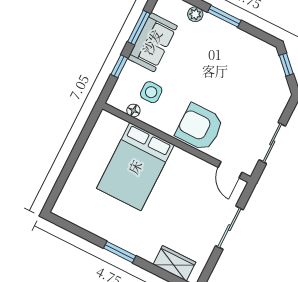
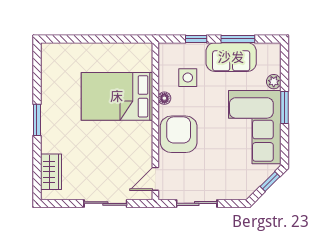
corner sofa: (229, 53) -> (255, 127), added
floor lamp: (133, 111) -> (164, 98), moved

